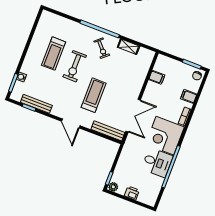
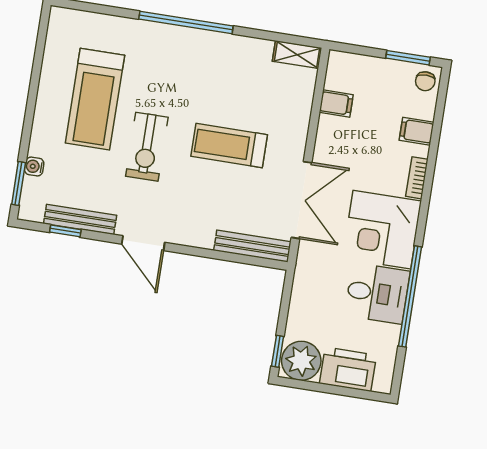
shelving: (129, 47) -> (297, 55), moved
exercise bike: (102, 48) -> (200, 64), removed
treadmill: (54, 54) -> (95, 99), width x1.37, depth x1.38
exercise bike: (75, 66) -> (147, 147), moved
treadmill: (94, 95) -> (229, 146), moved, turned -90
door: (71, 123) -> (143, 243), moved
plant: (113, 187) -> (301, 361), width x1.87, depth x1.87
printer: (132, 193) -> (348, 369), width x1.87, depth x1.48

